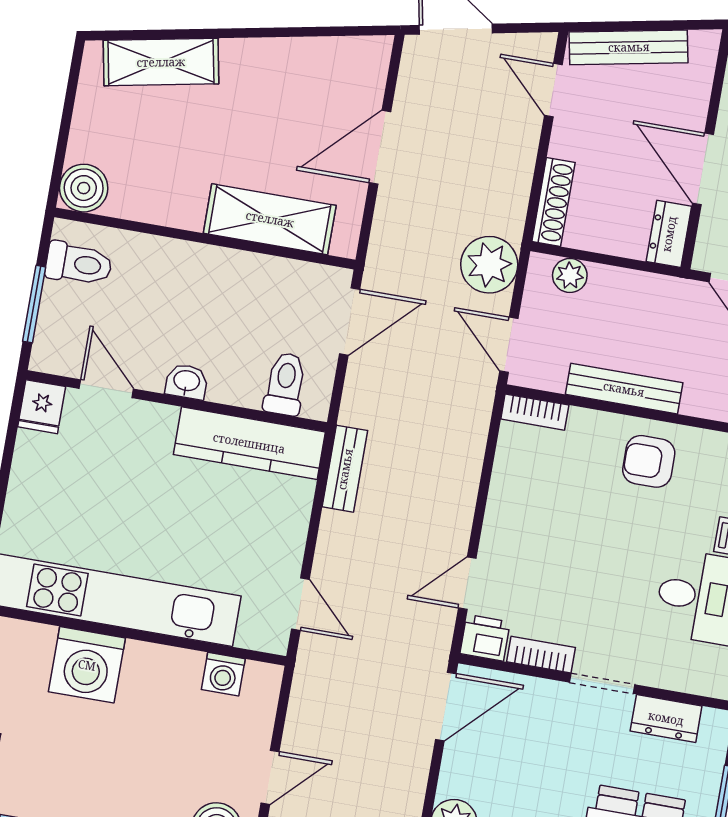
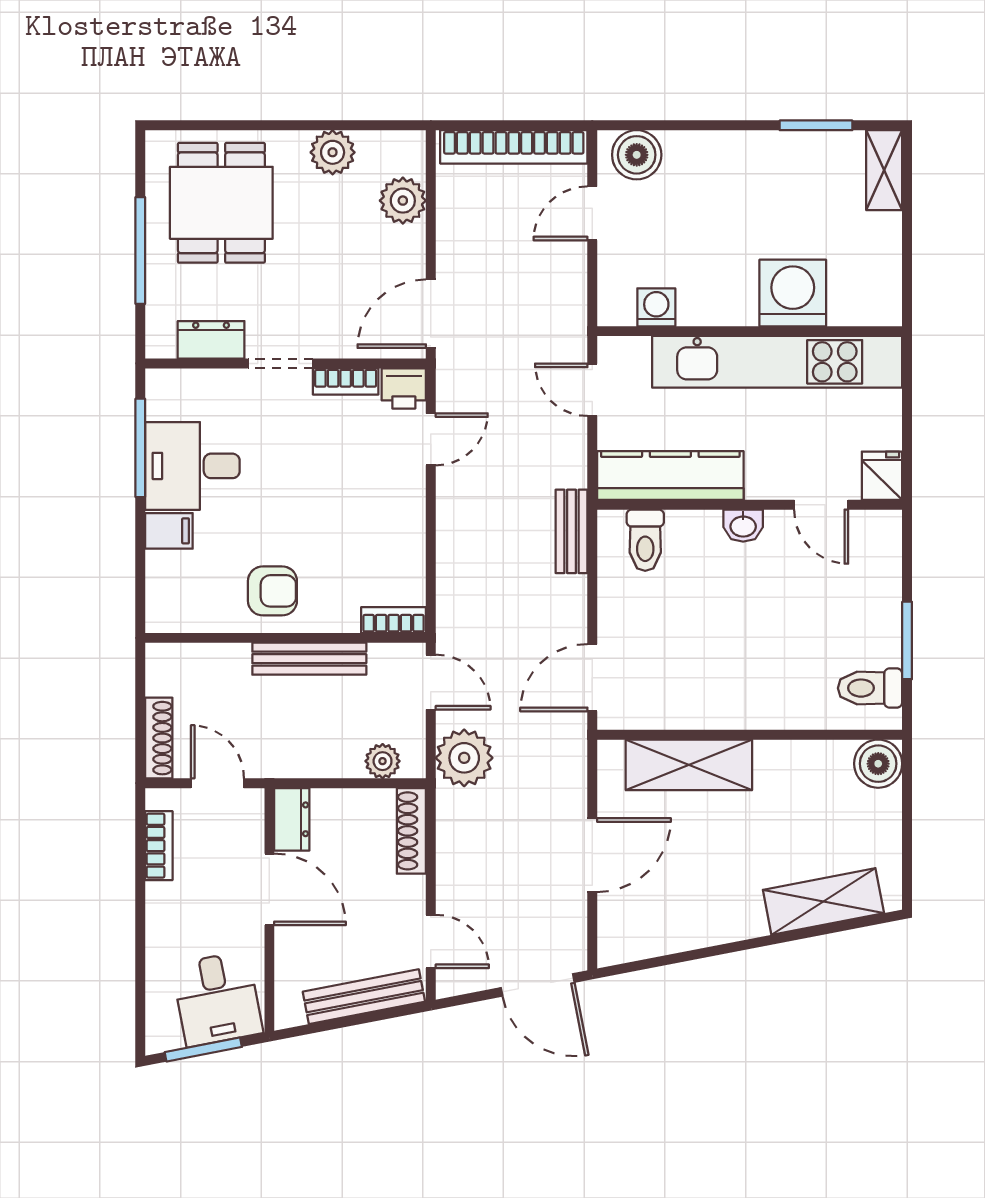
washbasin: (187, 382) -> (743, 526), moved
toilet: (285, 384) -> (645, 540), moved
door: (106, 389) -> (821, 505), moved
wall: (176, 401) -> (750, 505), moved
fridge: (42, 407) -> (882, 476), moved
kitchen counter: (249, 443) -> (670, 475), moved

